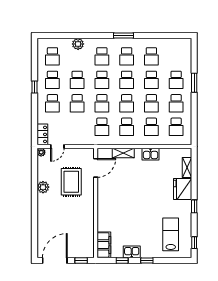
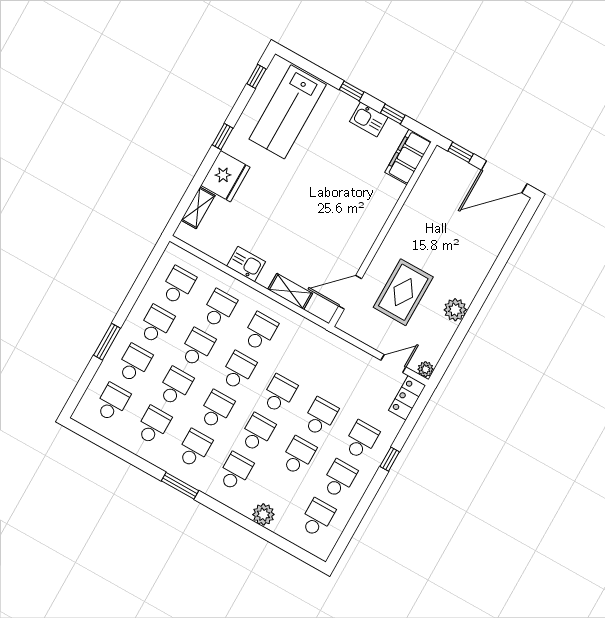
window: (34, 87) -> (390, 459), moved
school desk: (102, 127) -> (112, 402), moved
lab bench: (171, 234) -> (288, 112), width x1.36, depth x1.39

